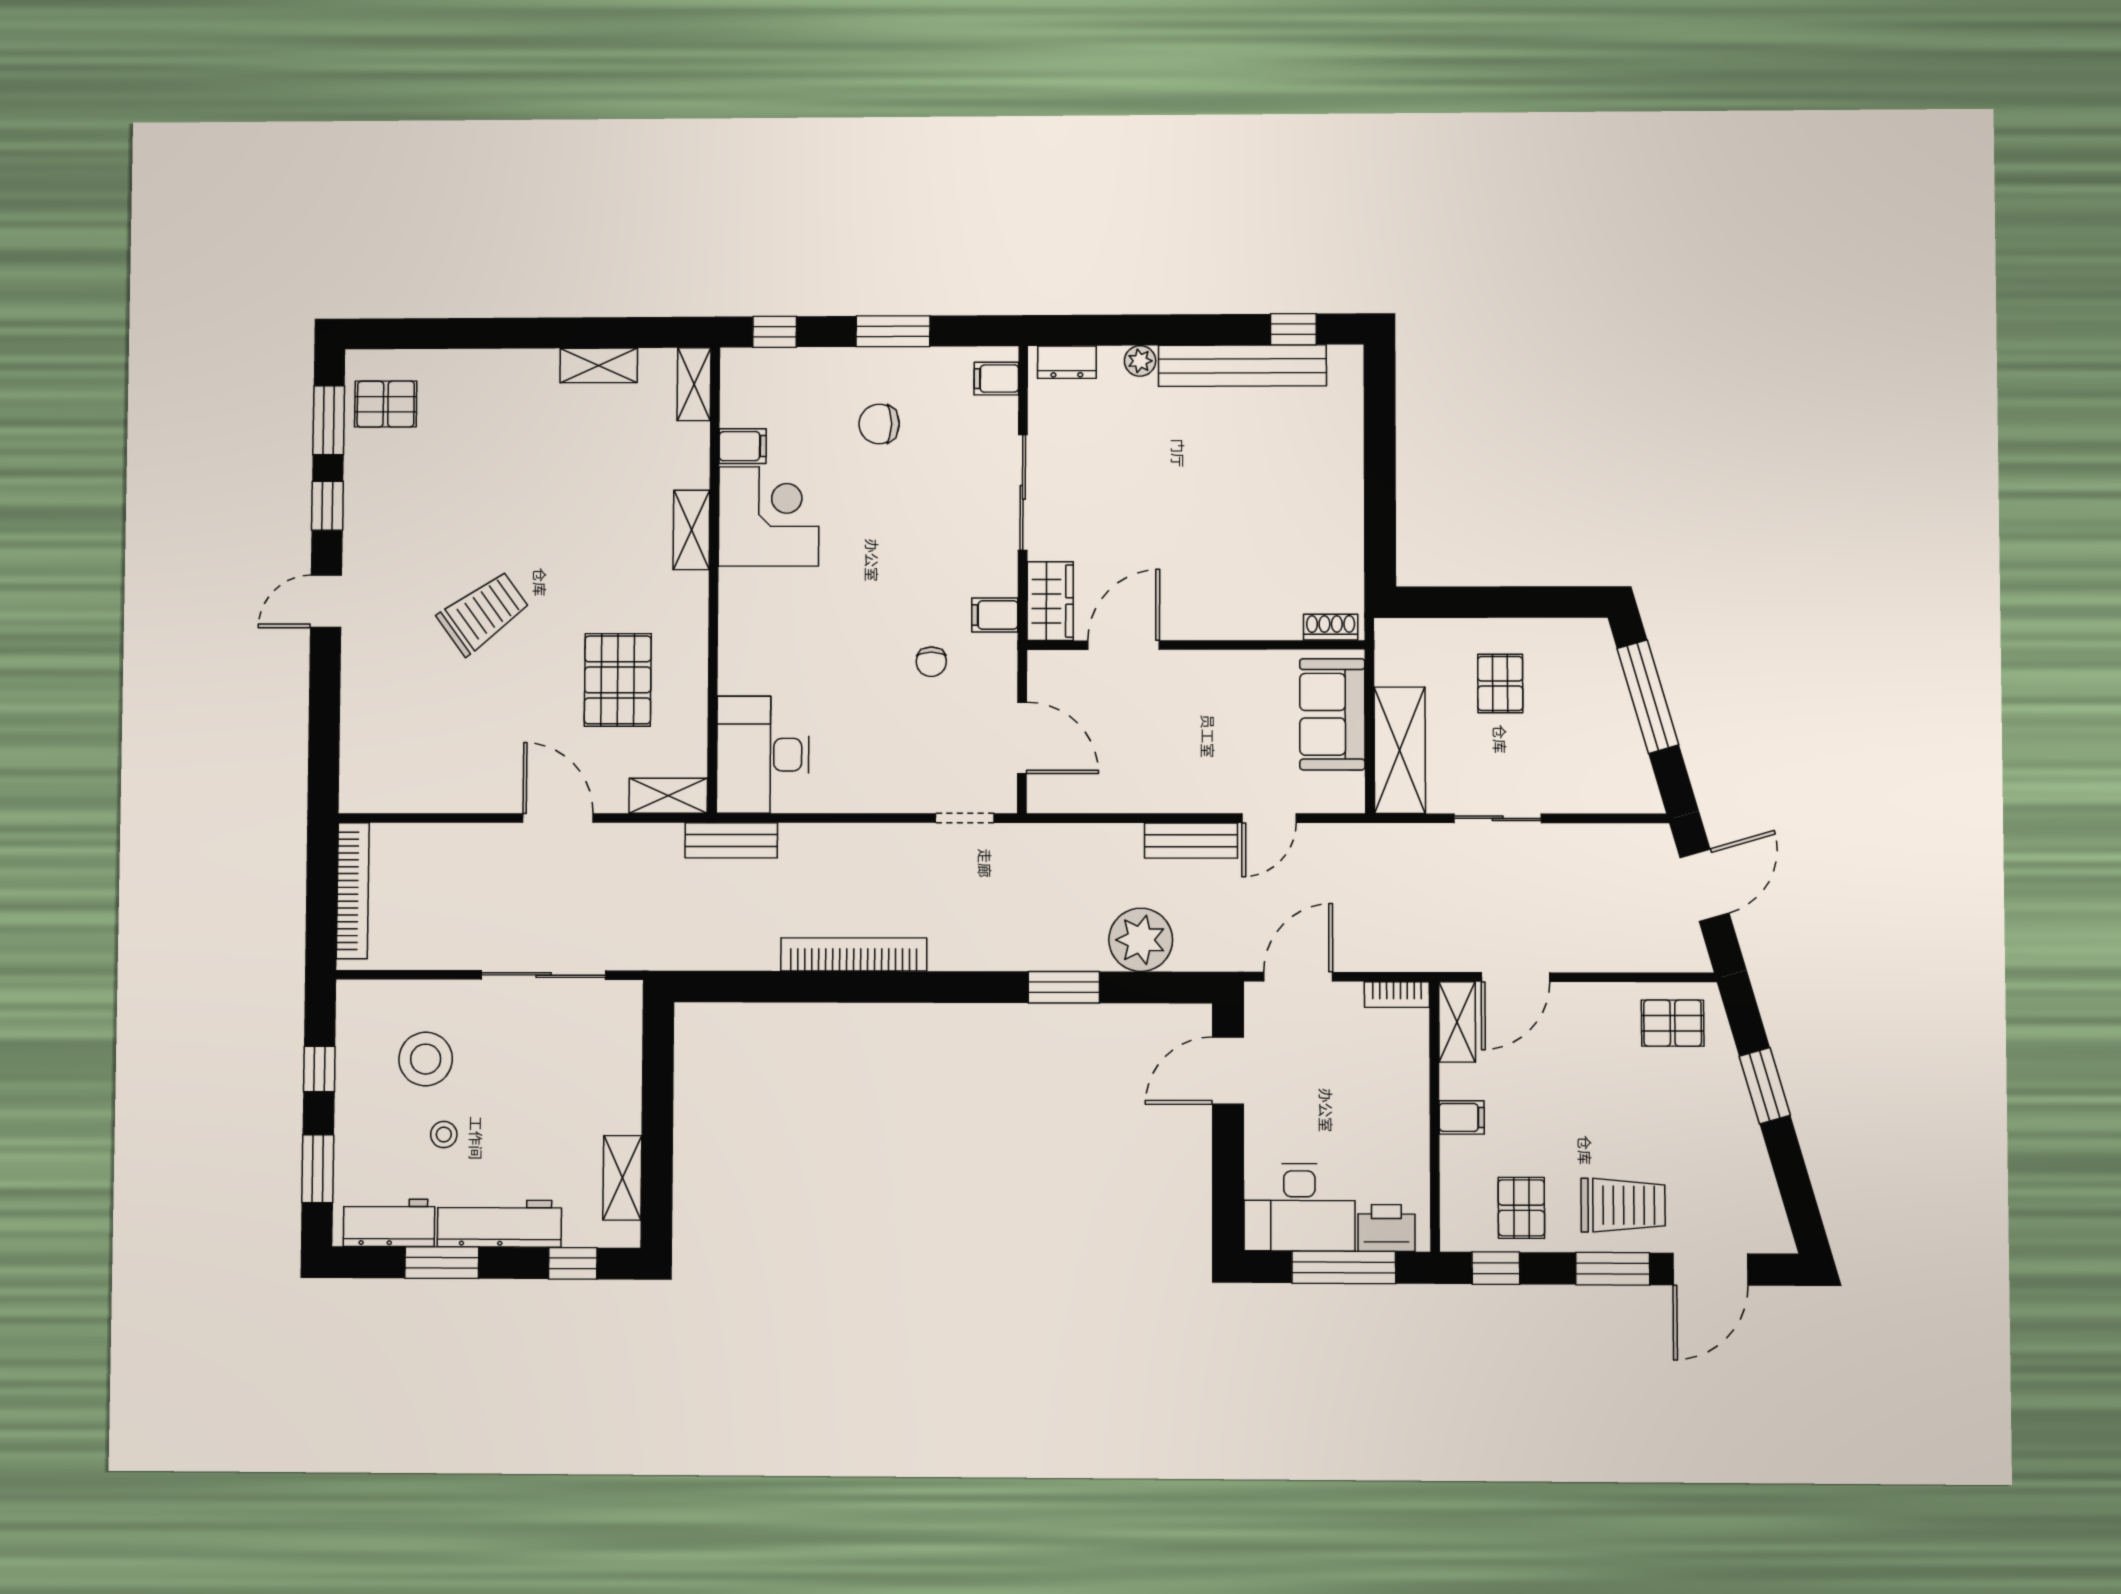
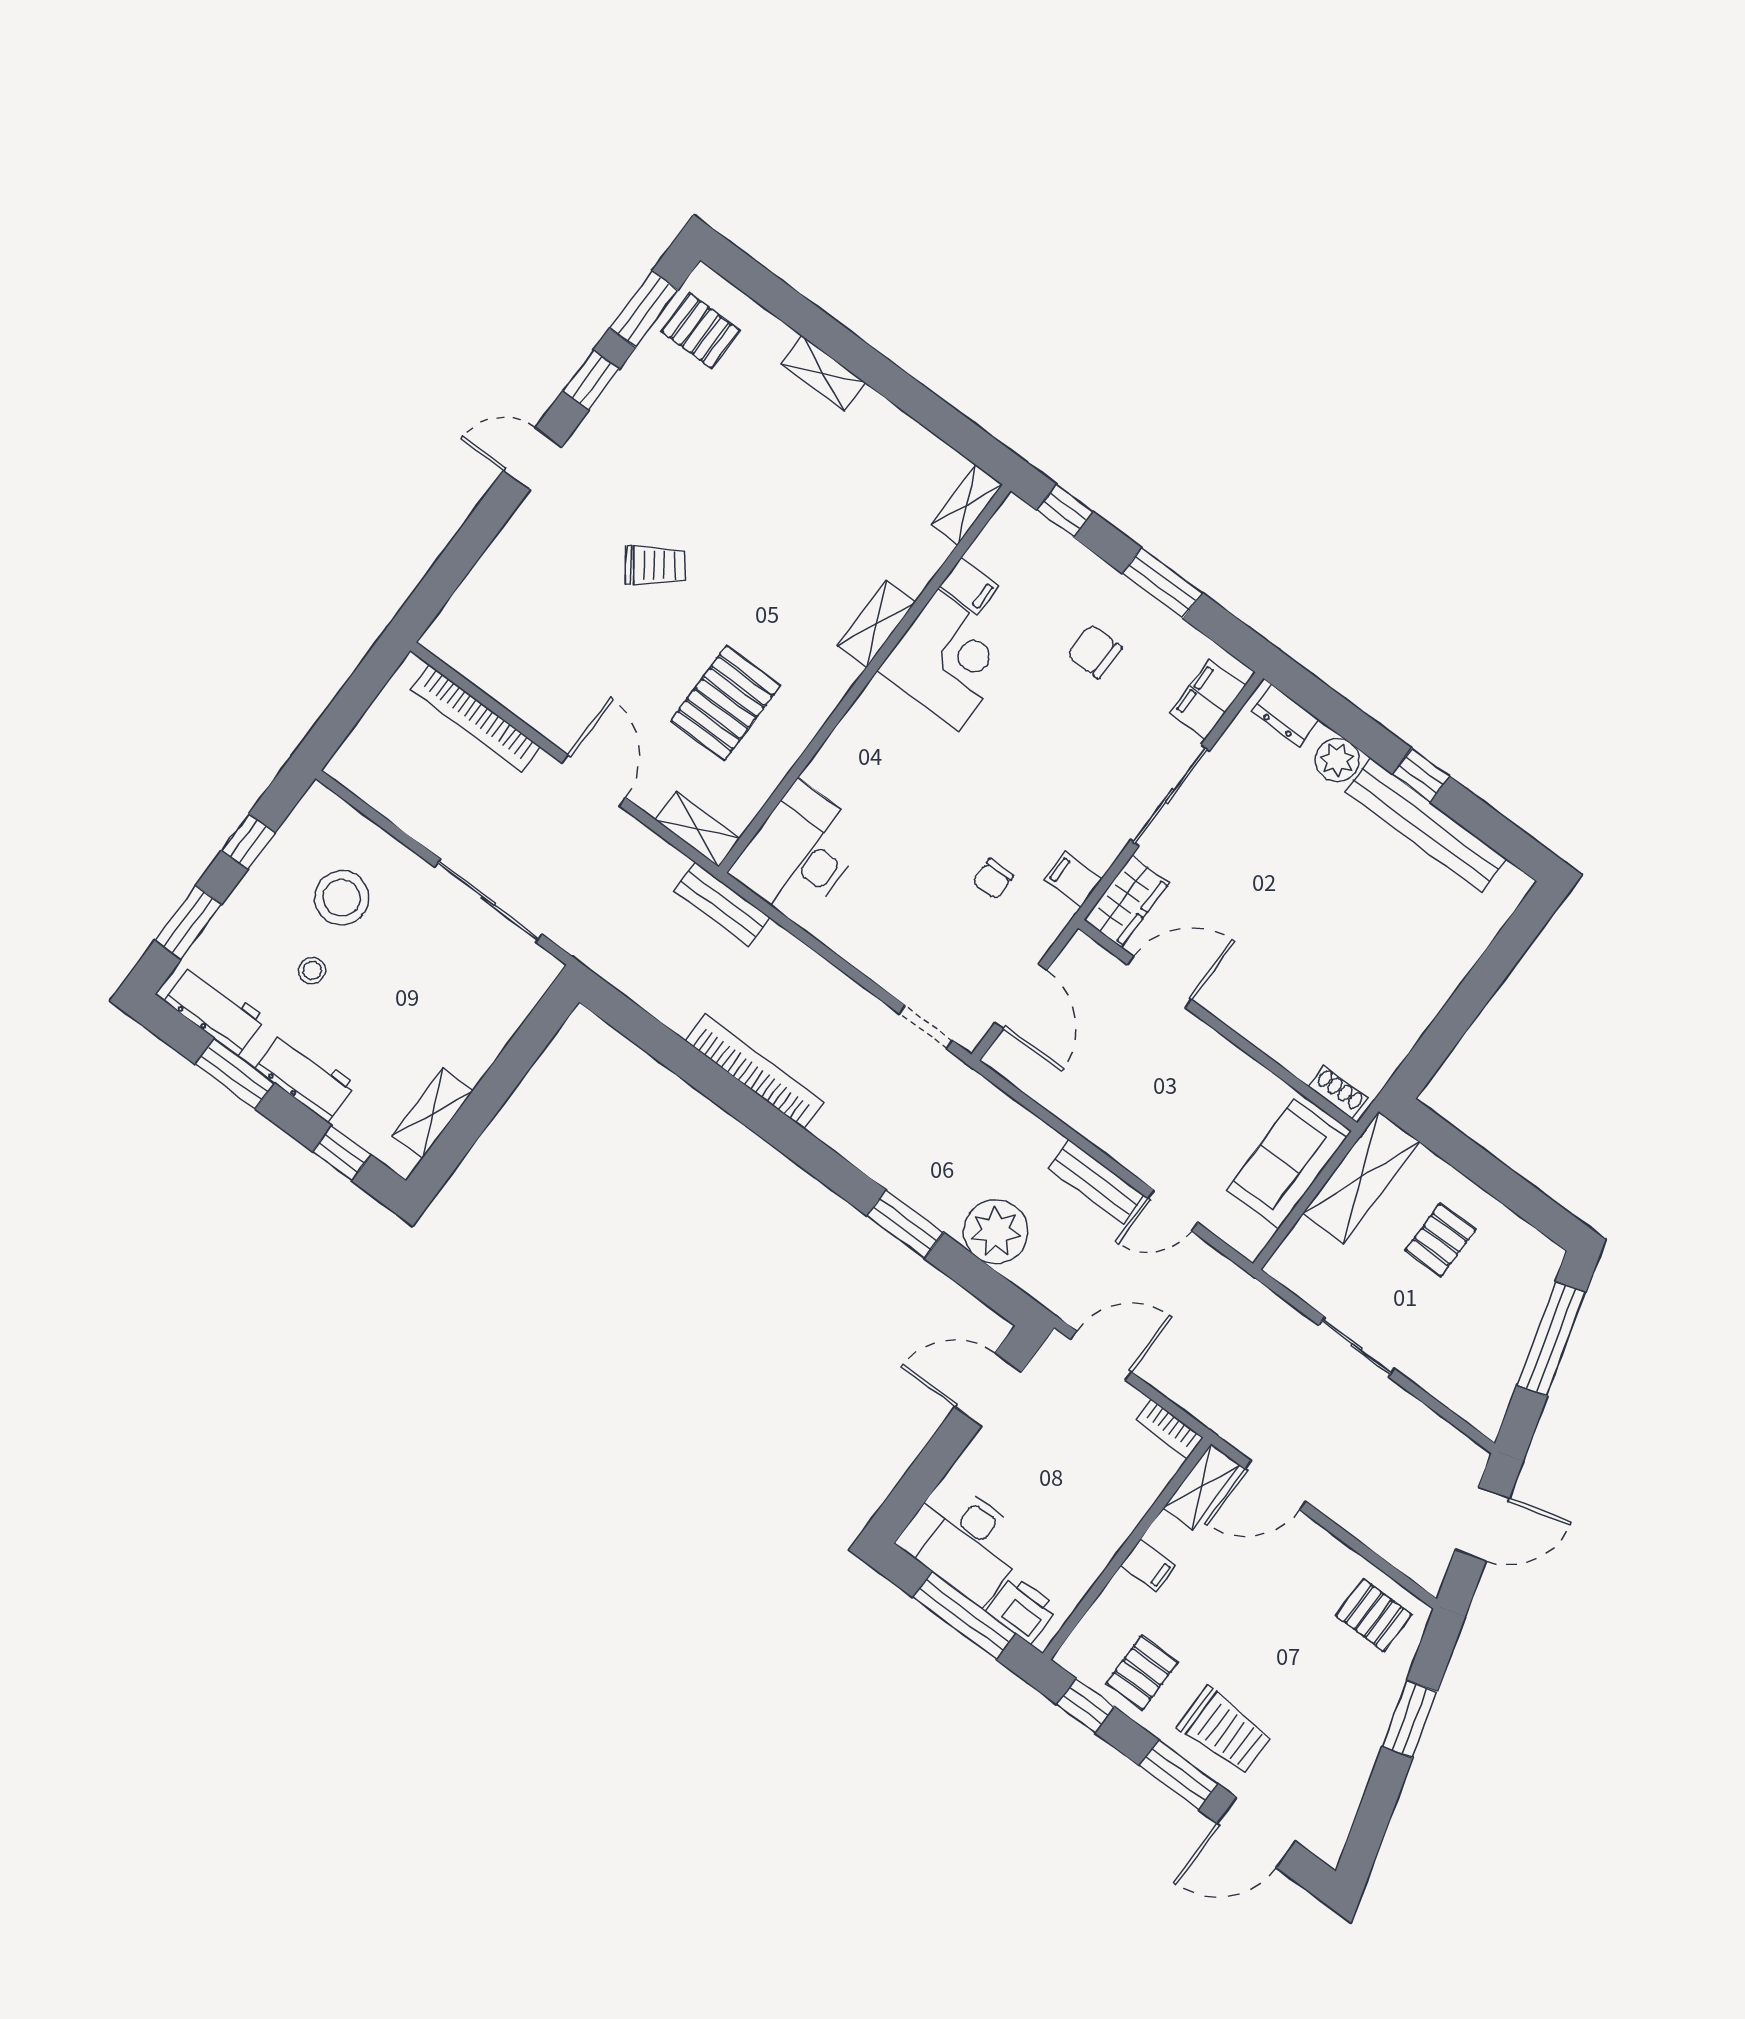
window: (1293, 329) -> (1421, 775), moved
plant: (1140, 361) -> (1337, 760), width x1.38, depth x1.38
shelving: (599, 365) -> (823, 373), moved
filing cabinet: (996, 379) -> (1208, 699), width x2.00
trolley: (483, 613) -> (655, 565), width x0.73, depth x0.72
shelving: (1400, 750) -> (1361, 1178), moved
bookcase: (353, 891) -> (476, 718), moved, turned 90
workbench: (499, 1224) -> (305, 1077), width x0.73

